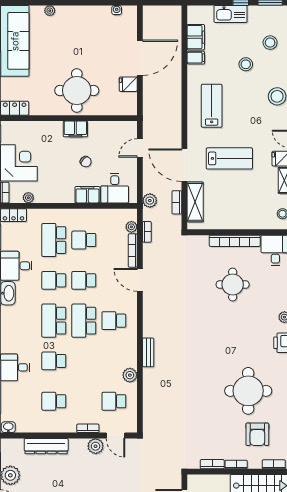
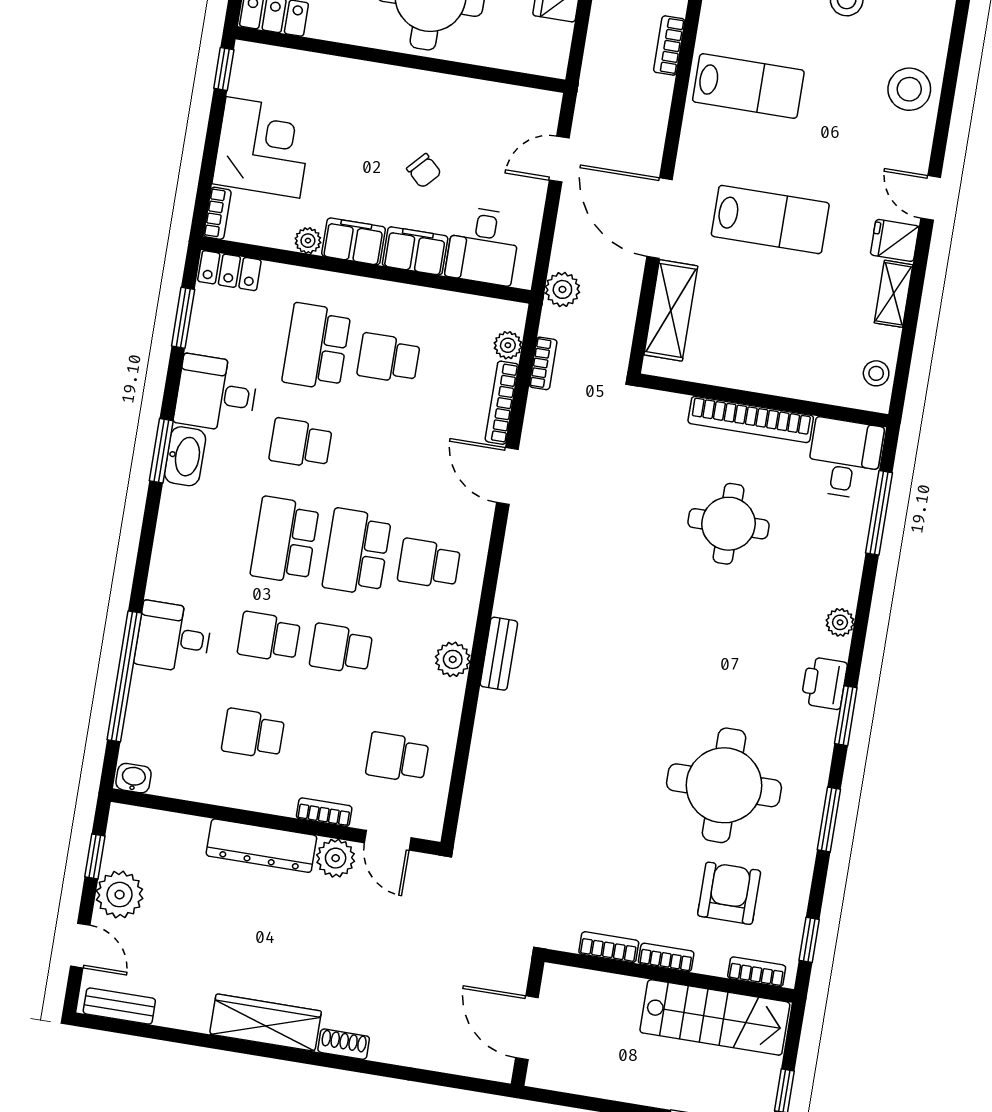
lab bench: (212, 106) -> (748, 86), turned 90
filing cabinet: (75, 129) -> (354, 241), moved, turned 180
plant: (28, 198) -> (308, 241), moved
bookcase: (177, 202) -> (669, 46), moved
school desk: (84, 280) -> (341, 649), moved
plant: (130, 375) -> (453, 659), moved
armchair: (257, 434) -> (729, 893), turned 180
dresser: (46, 446) -> (261, 846), moved

